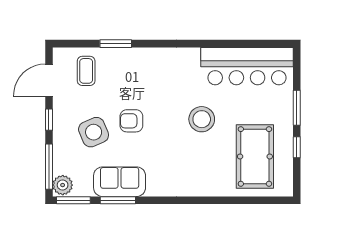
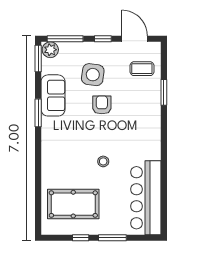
stool: (202, 119) -> (103, 161), width x0.53, depth x0.53
side table: (94, 132) -> (93, 75), turned 31
window: (118, 200) -> (38, 113), moved

